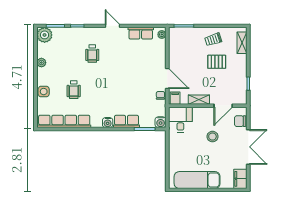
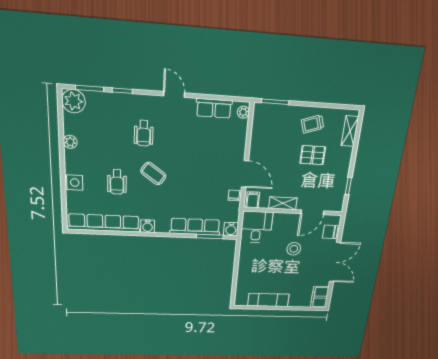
coffee table: (100, 82) -> (153, 174), added
row of seats: (126, 121) -> (195, 227), width x1.48
water cooler: (108, 123) -> (148, 226), moved
exam couch: (197, 180) -> (268, 300), width x0.73, depth x0.69

